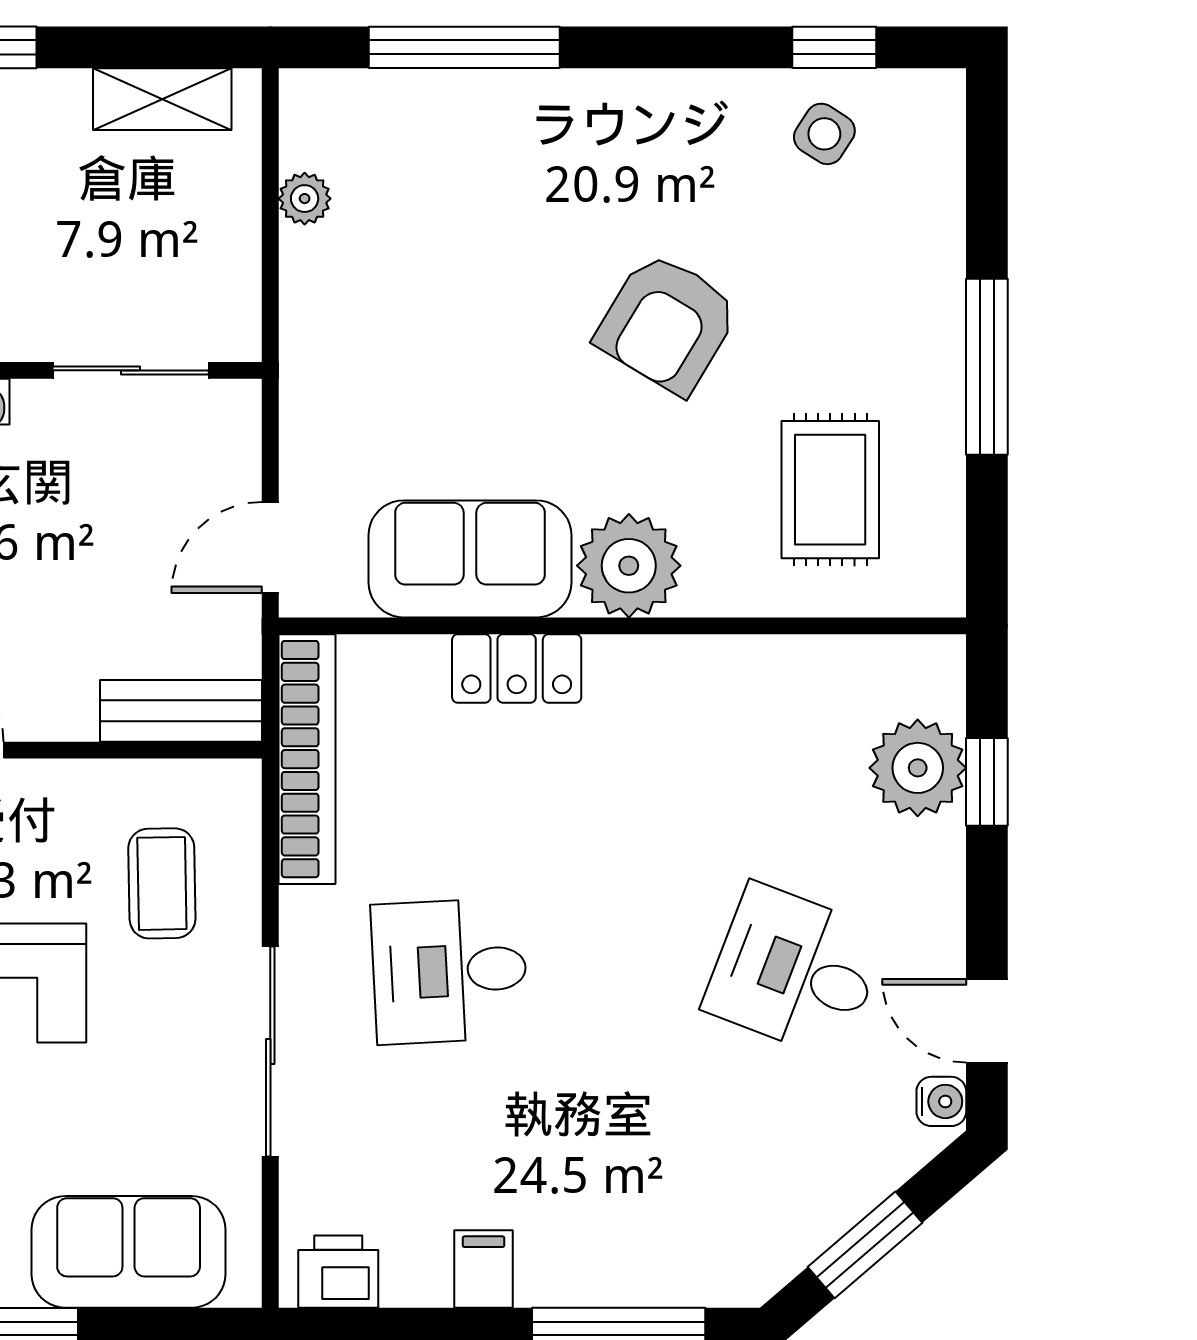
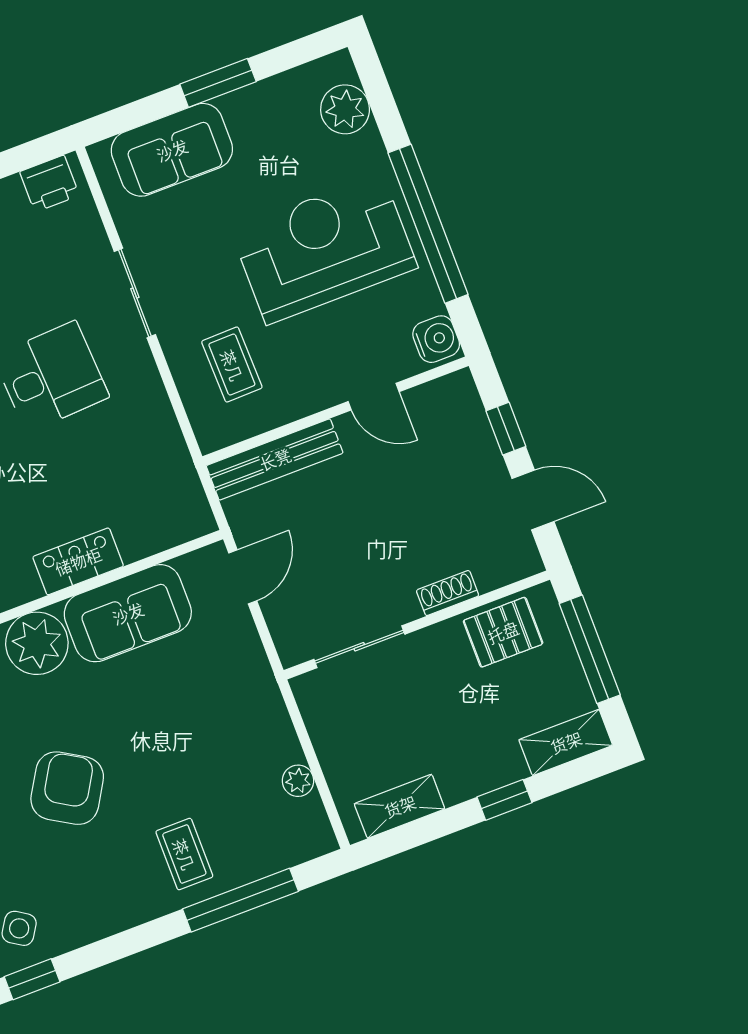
coffee table: (524, 152) -> (184, 854), added
bench: (181, 711) -> (275, 459), width x1.36
bookcase: (307, 759) -> (177, 466), removed
sliding door: (270, 1052) -> (135, 293), width x0.73

